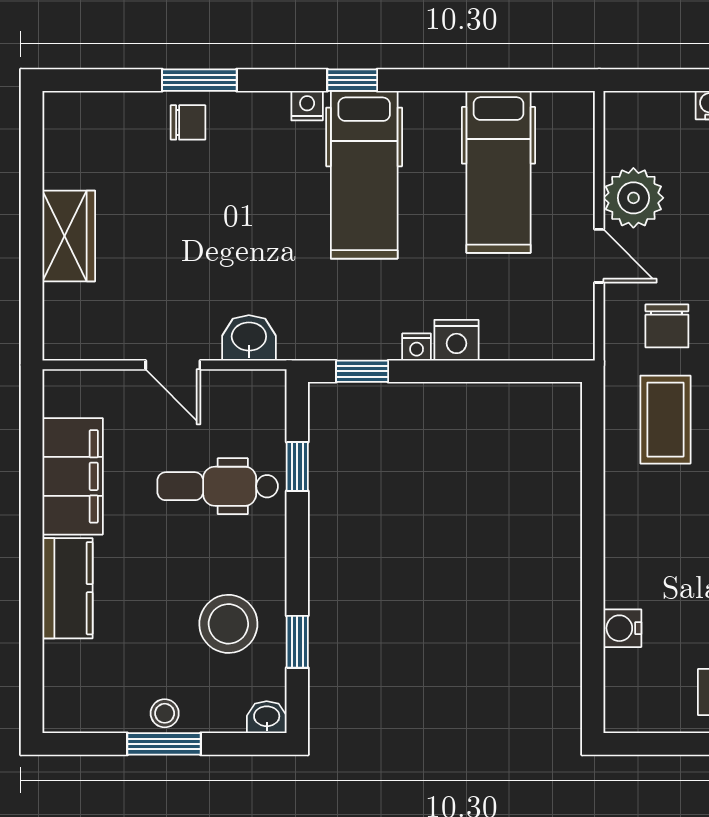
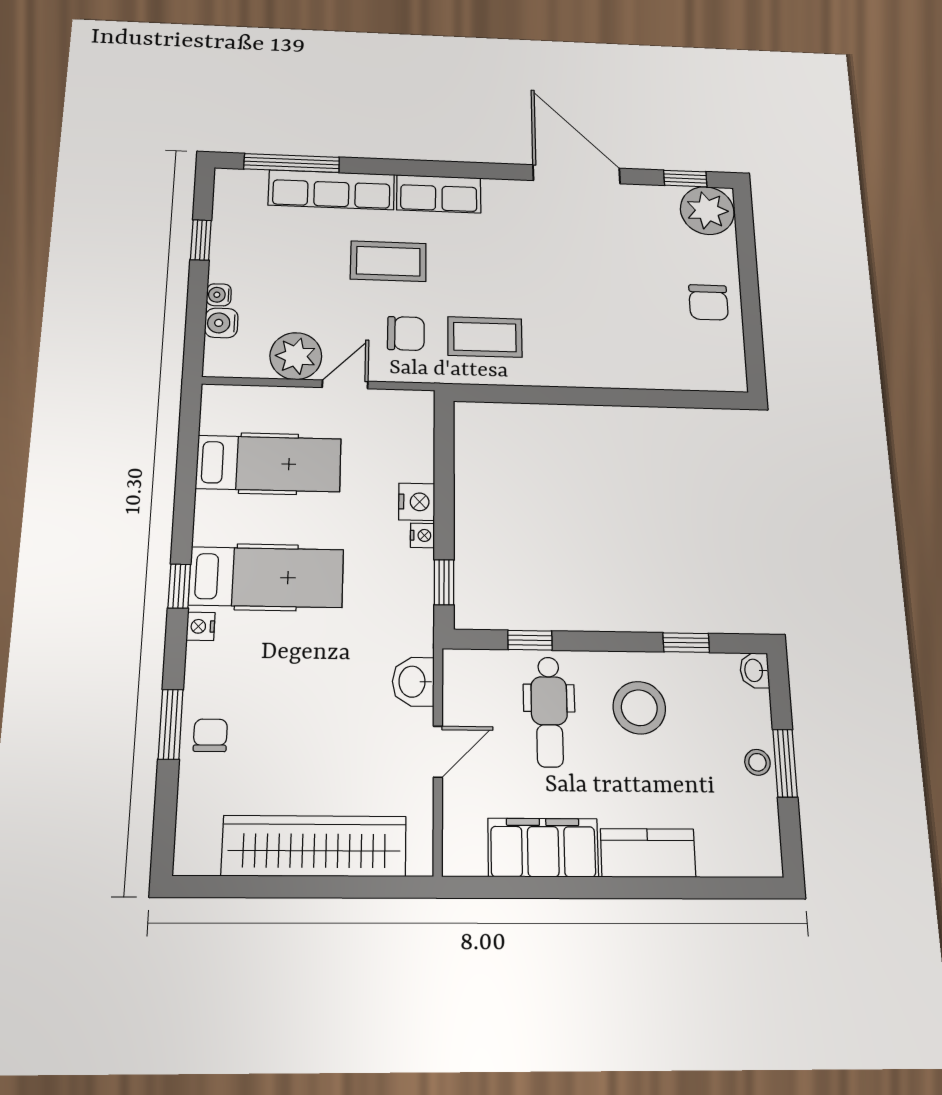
wardrobe: (69, 236) -> (314, 846), width x2.10, depth x1.17
stool: (228, 624) -> (639, 708), moved
water cooler: (622, 628) -> (221, 323), moved, turned 90

